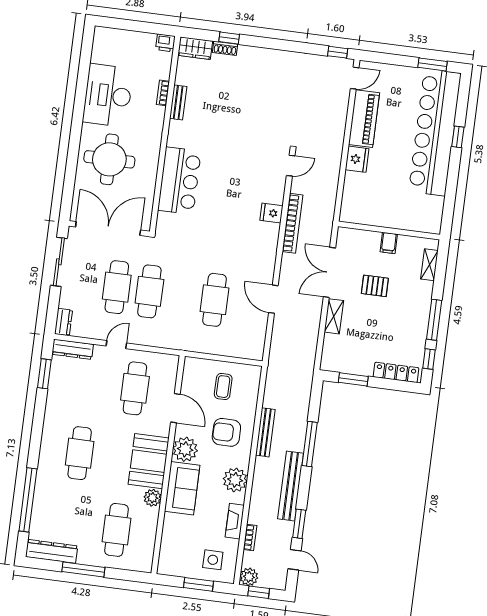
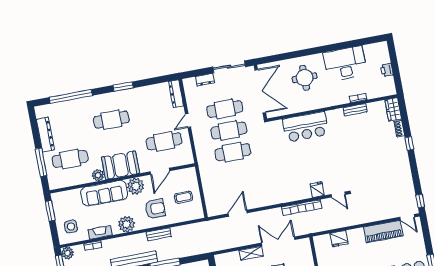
window: (229, 38) -> (409, 143), moved
printer: (165, 43) -> (387, 70), moved
round table: (109, 159) -> (305, 78), width x0.73, depth x0.73
fridge: (357, 159) -> (339, 239), moved
fridge: (271, 213) -> (317, 190), moved
door: (273, 299) -> (238, 213), moved
cafe table: (215, 300) -> (233, 152), moved
dresser: (63, 322) -> (205, 80), moved
door: (116, 345) -> (188, 121), swing flipped
window: (44, 374) -> (123, 87), moved
armchair: (226, 432) -> (155, 209), turned 90
bench: (265, 432) -> (159, 234), width x0.73
sofa: (182, 488) -> (104, 193), width x1.36
dresser: (52, 551) -> (45, 135), moved
window: (83, 569) -> (41, 162), moved
window: (198, 584) -> (50, 211), moved

